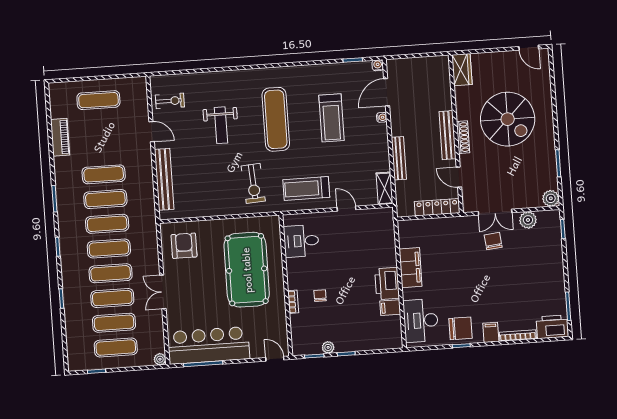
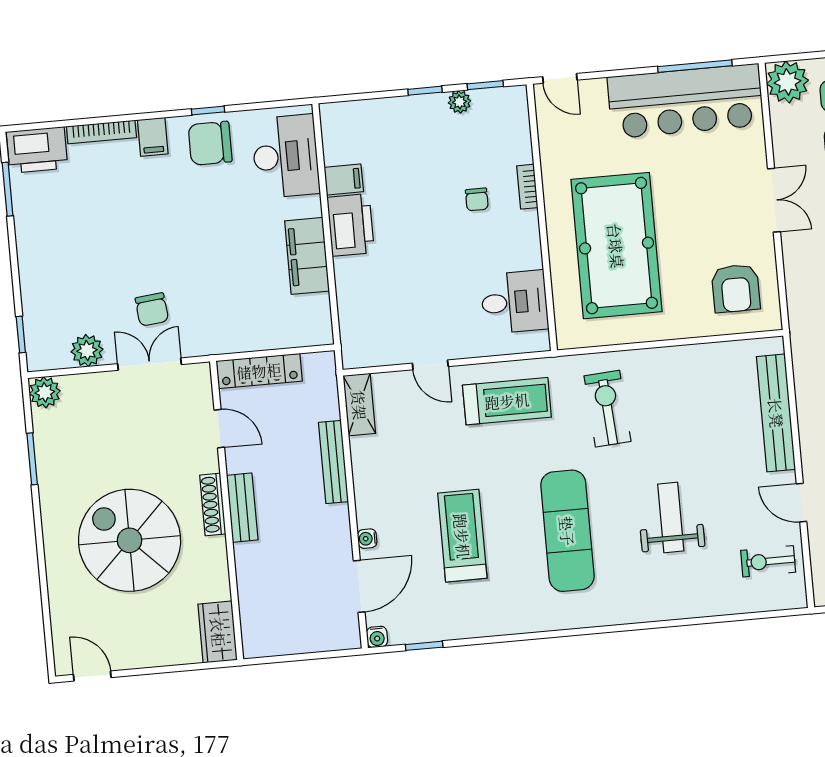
bench: (448, 135) -> (242, 508), width x0.73
plant: (160, 359) -> (787, 82), width x1.87, depth x1.87

